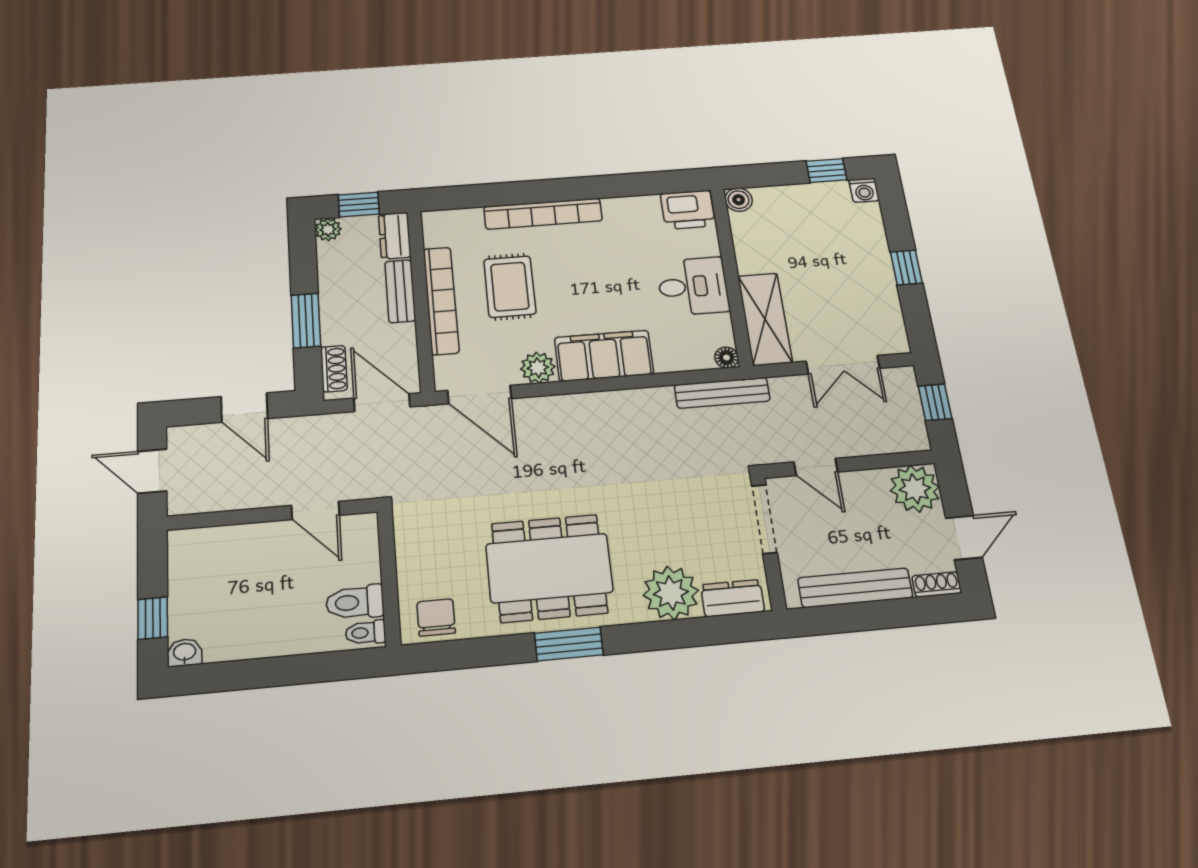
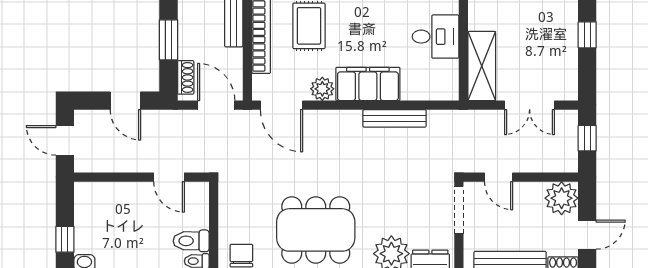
floor lamp: (727, 358) -> (451, 93), removed
bench: (722, 393) -> (395, 118), moved

